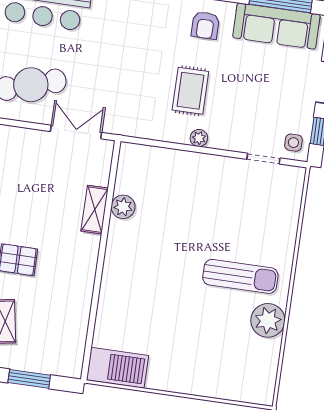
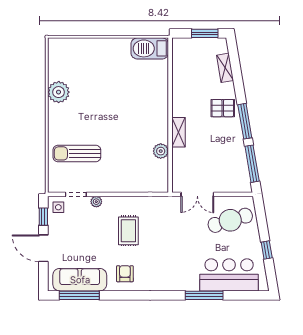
plant: (199, 138) -> (96, 202), moved
shelving: (95, 210) -> (178, 132), moved
sun lounger: (240, 276) -> (77, 153), moved

